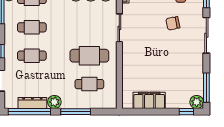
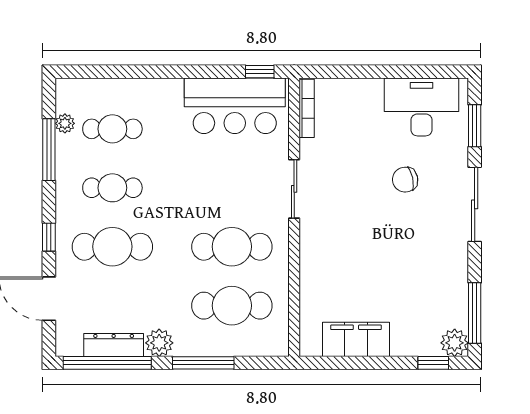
cafe table: (32, 56) -> (112, 247), width x1.37, depth x1.35
cafe table: (89, 84) -> (232, 306), width x1.37, depth x1.35

